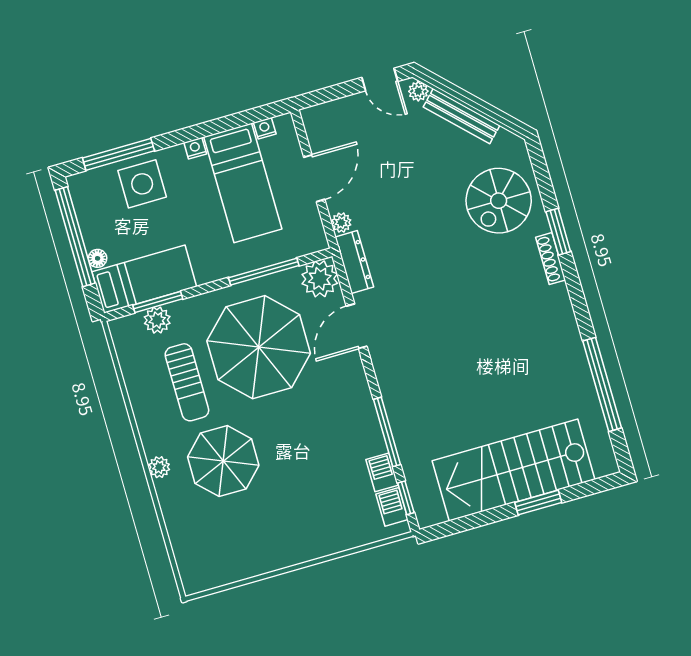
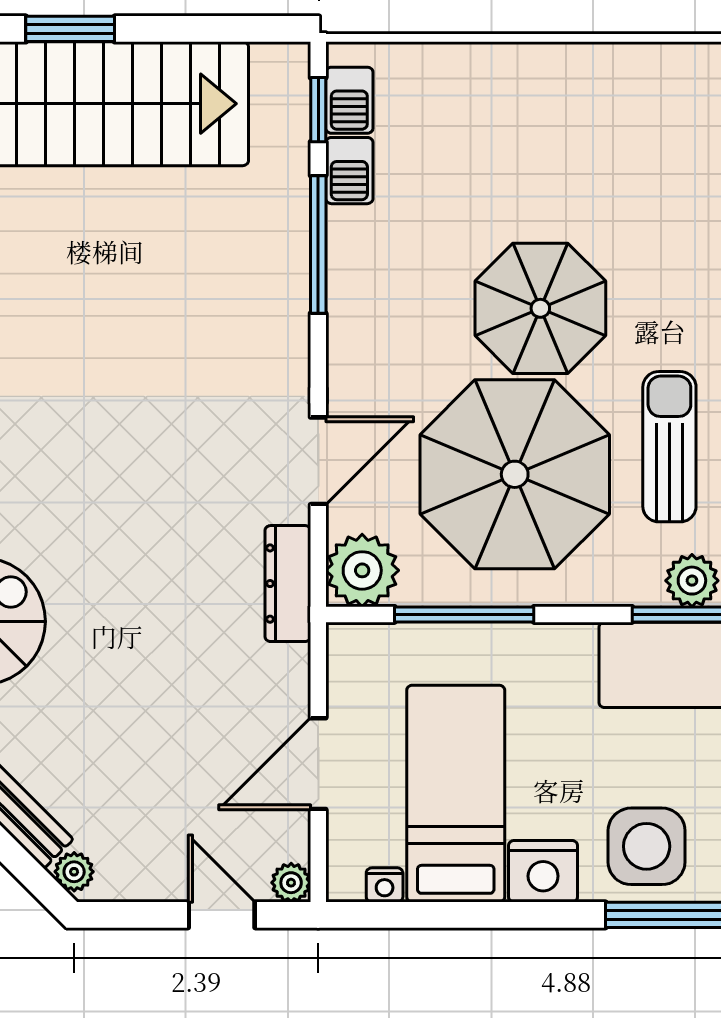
door: (380, 79) -> (222, 915), moved
nightstand: (195, 148) -> (543, 871), width x1.89, depth x1.79
plant: (341, 223) -> (291, 883), moved
parasol: (223, 461) -> (540, 308), moved

